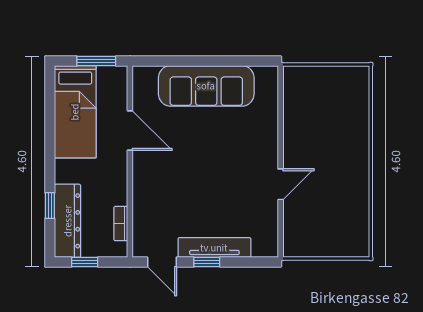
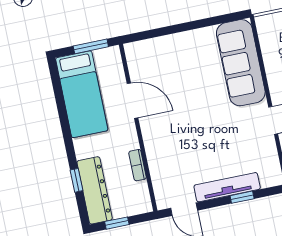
sofa: (206, 86) -> (241, 63), moved, turned 90
bookcase: (121, 224) -> (138, 165), moved
window: (207, 262) -> (242, 197), moved

